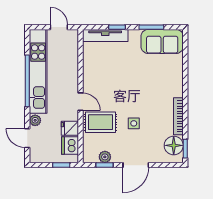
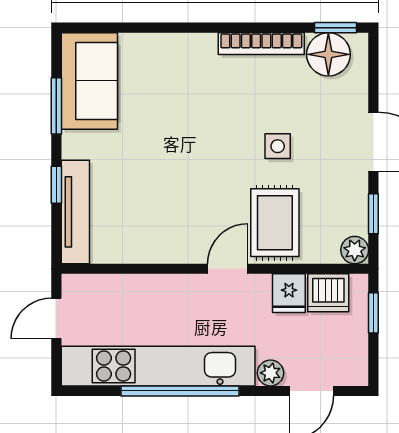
plant: (105, 157) -> (355, 250), moved

